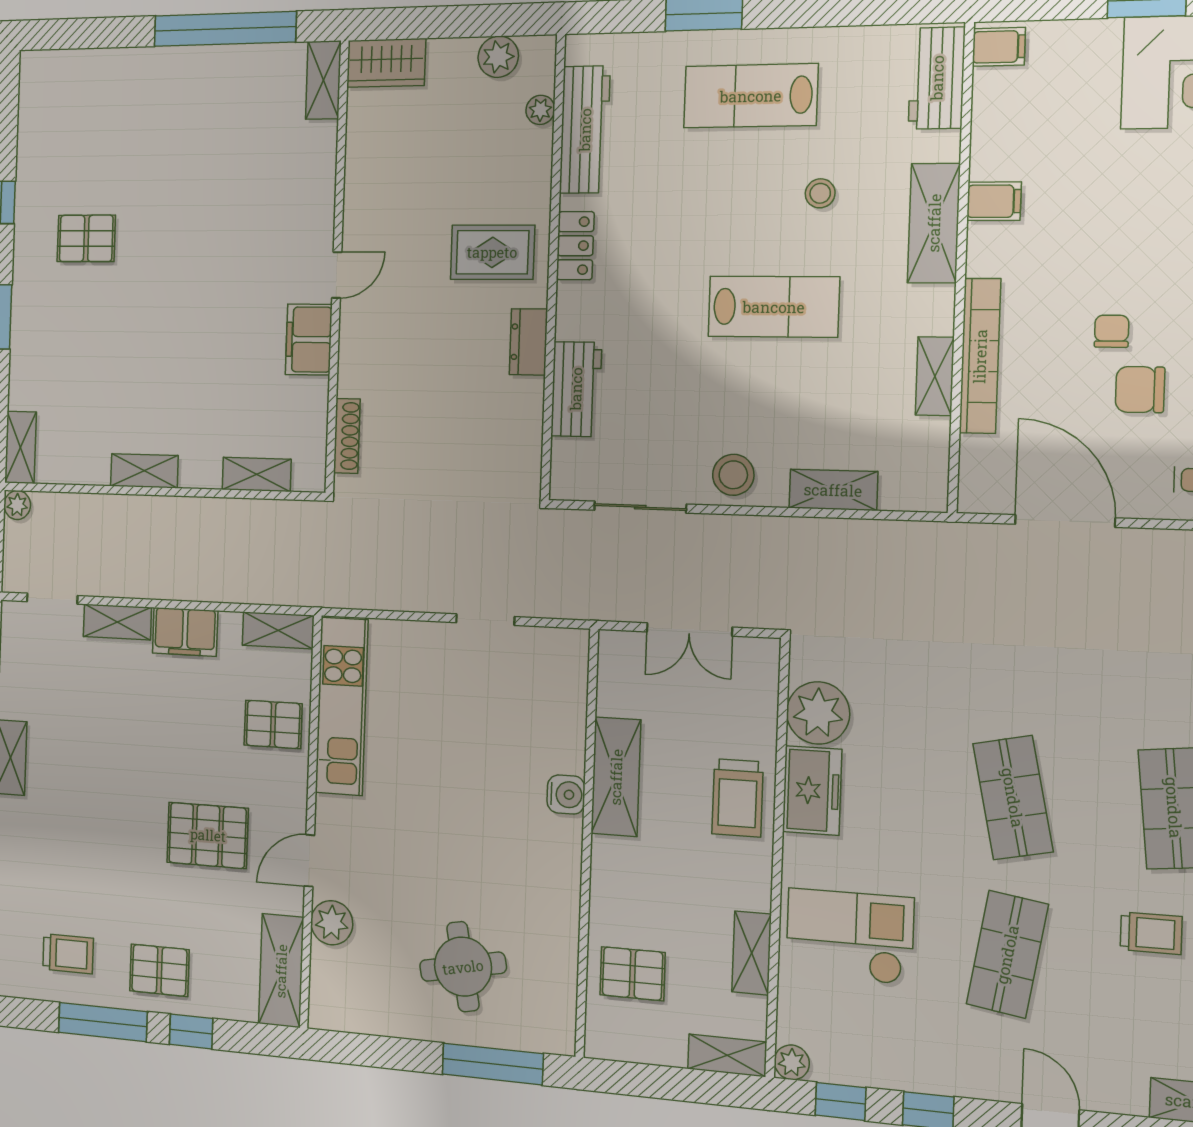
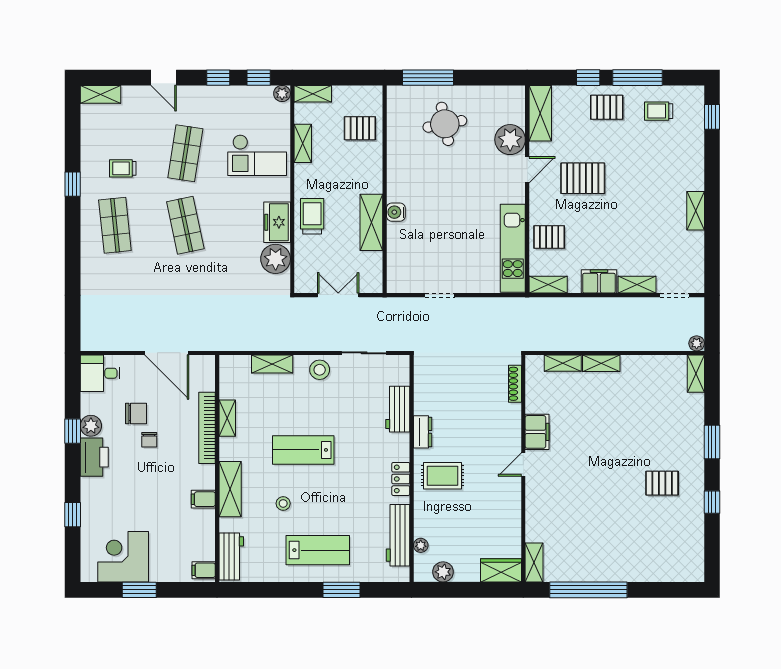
shelving: (144, 471) -> (601, 363), moved
plant: (332, 923) -> (510, 140), width x1.36, depth x1.36

